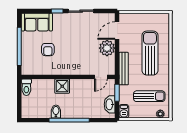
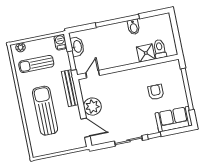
door: (117, 31) -> (85, 128), hinge flipped
sun lounger: (150, 53) -> (45, 111), turned 180
shower: (62, 86) -> (146, 53), moved
toilet: (26, 87) -> (160, 49), moved

